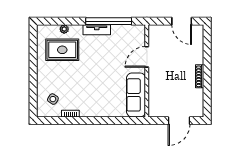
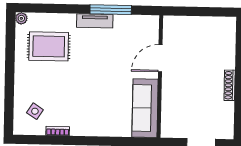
window: (109, 21) -> (111, 10), width x0.68
door: (182, 21) -> (207, 12), removed
plant: (64, 29) -> (21, 18), moved

